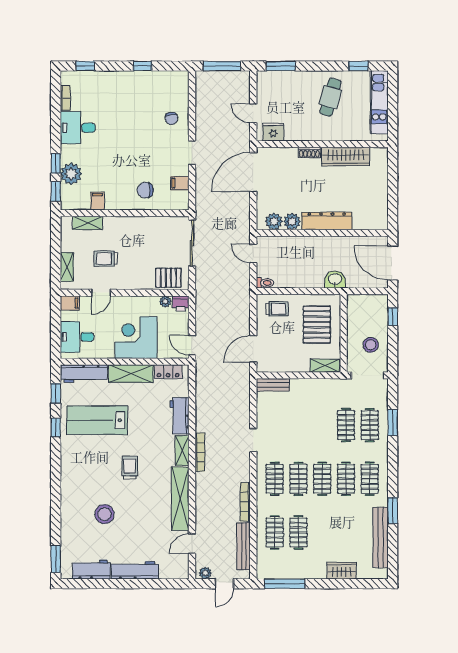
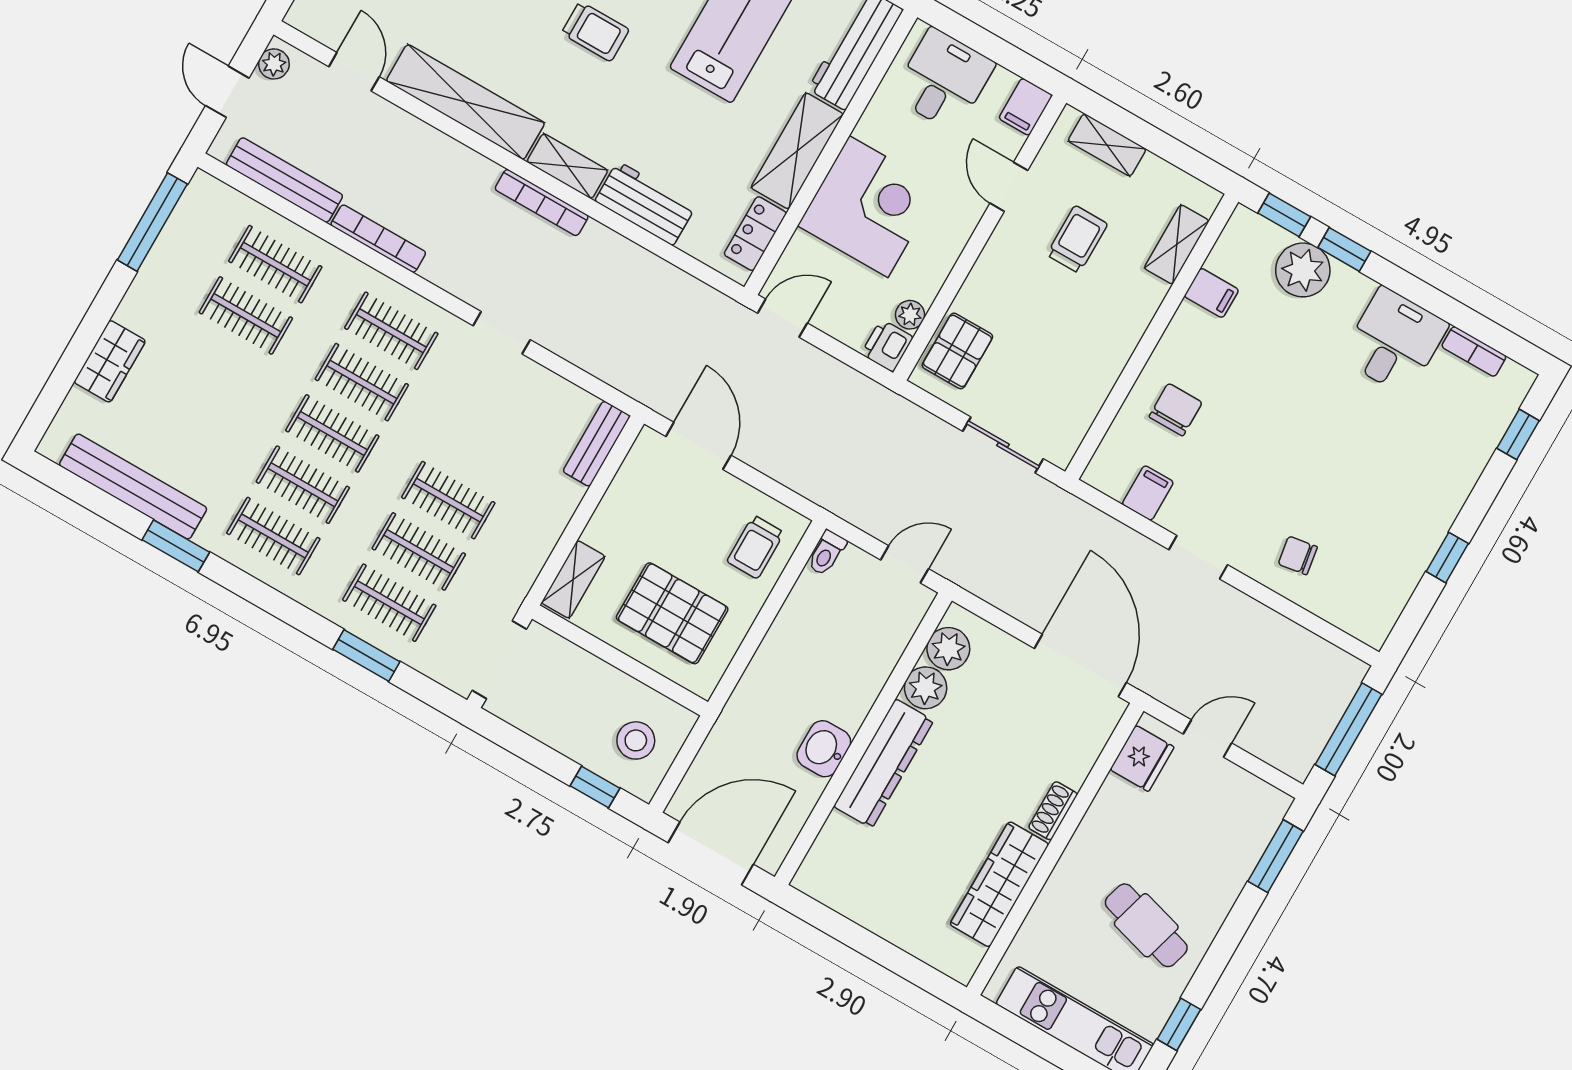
sliding door: (192, 243) -> (1003, 445), width x0.73
washbasin: (335, 279) -> (824, 749), moved, turned 180
stool: (371, 345) -> (636, 740), moved
clothes rail: (322, 425) -> (448, 500), added

